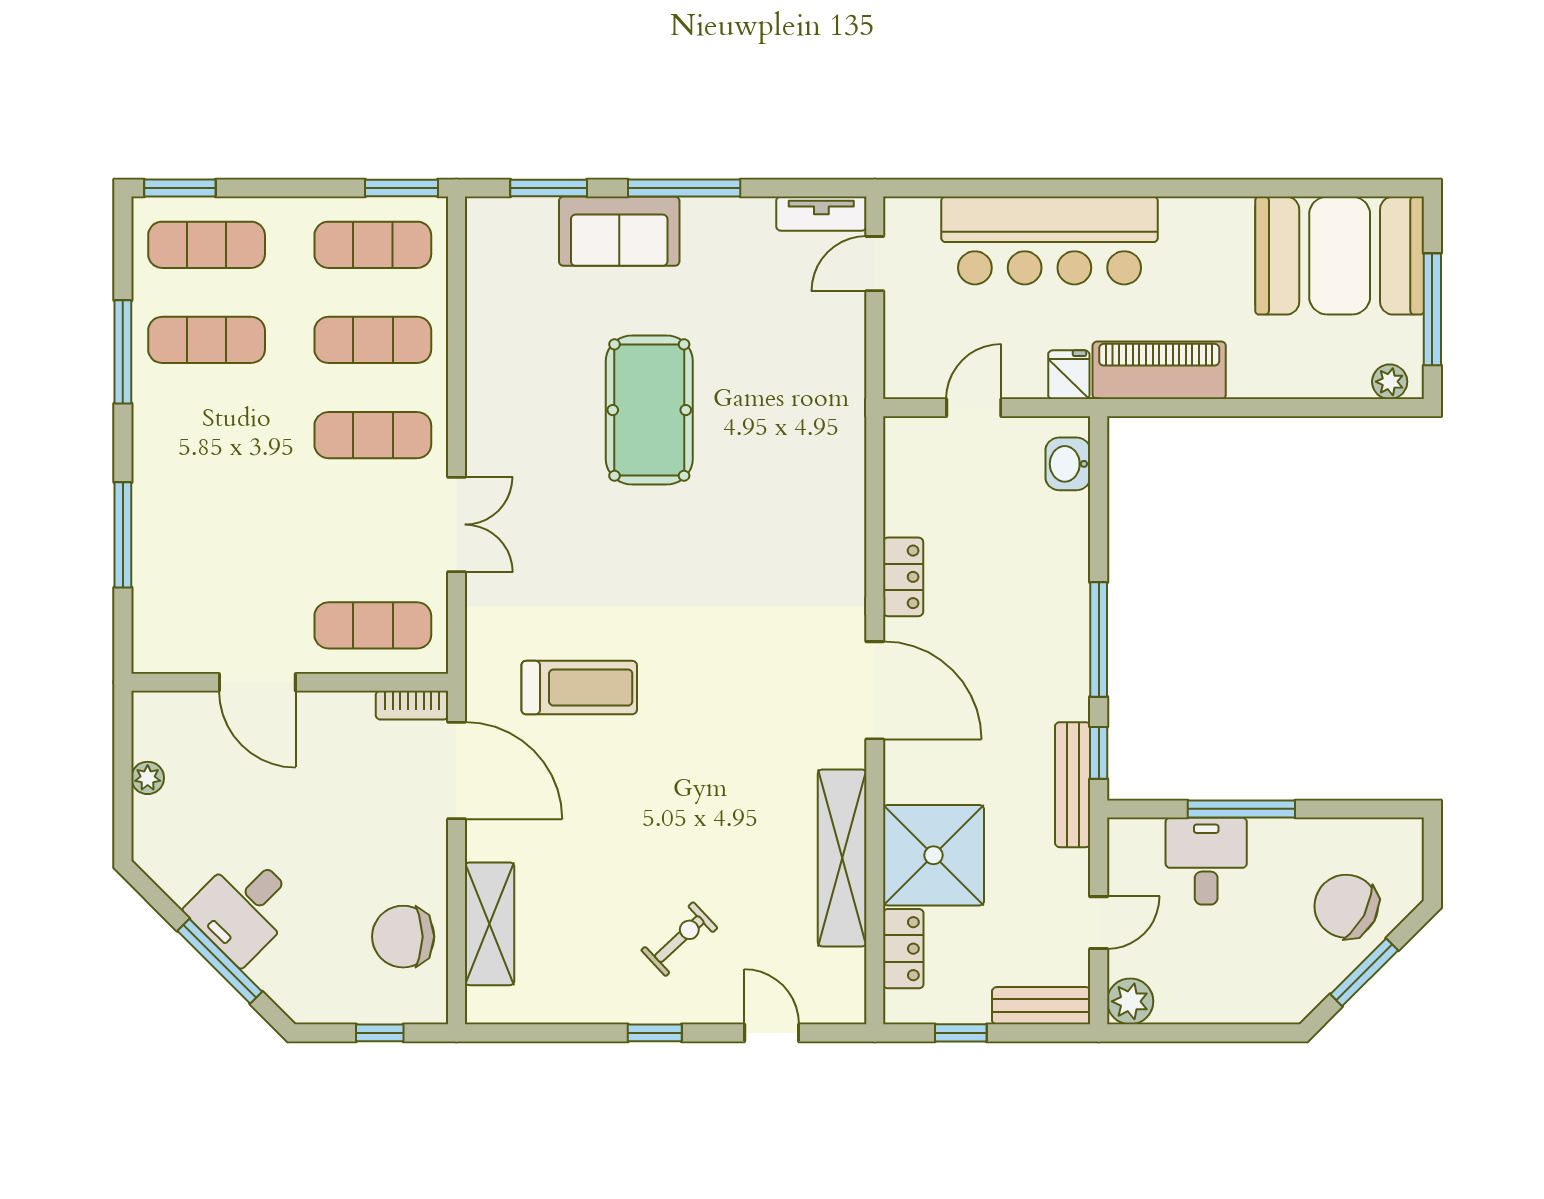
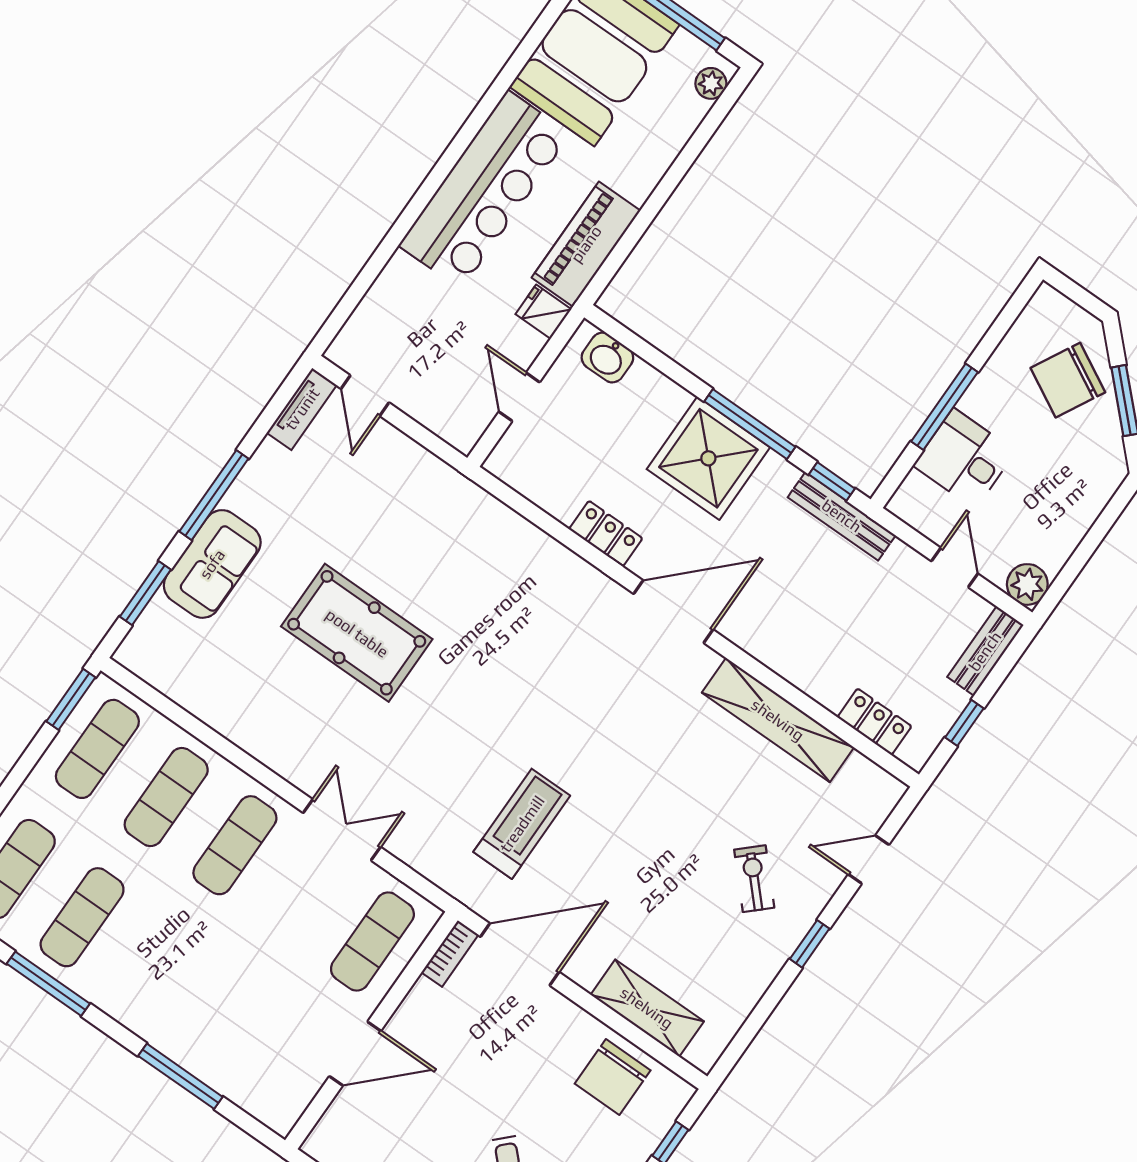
bar counter: (1050, 240) -> (484, 190), moved
shower: (934, 855) -> (708, 458), moved

